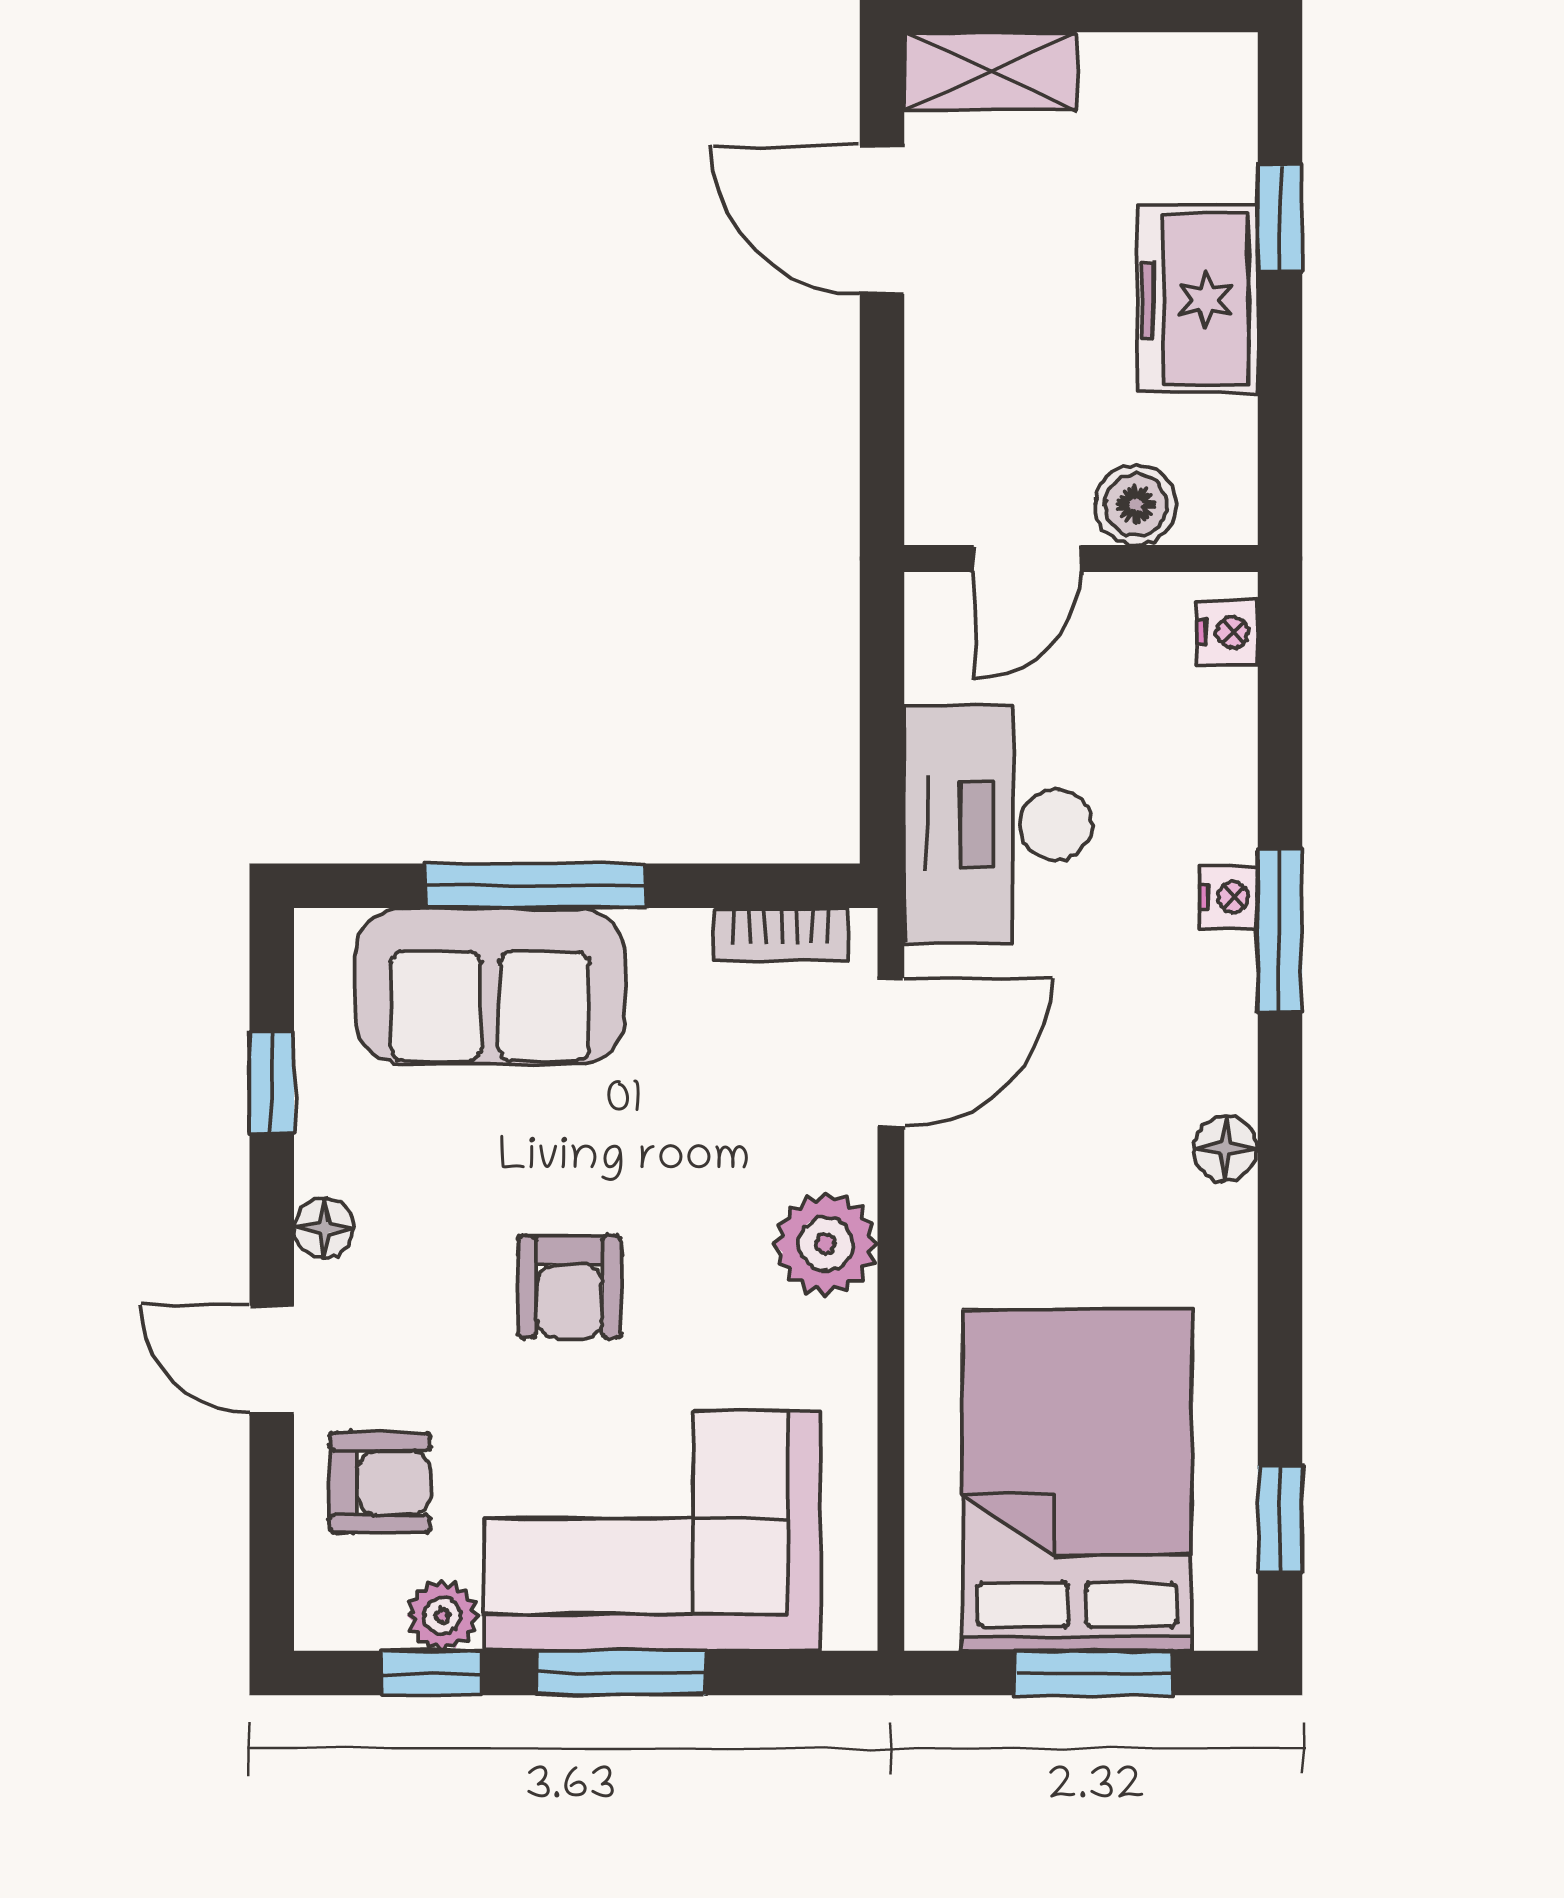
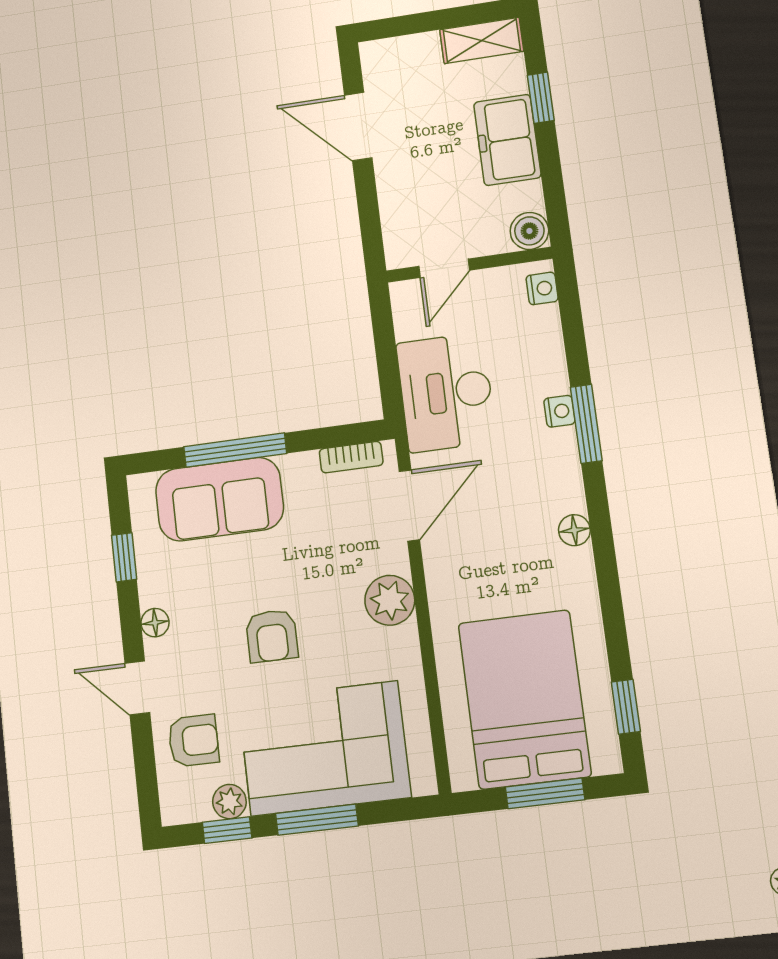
shelving: (991, 71) -> (482, 40), moved
boiler: (1136, 505) -> (529, 231), moved

